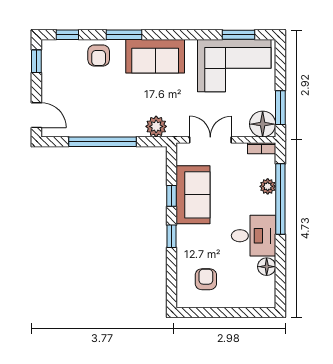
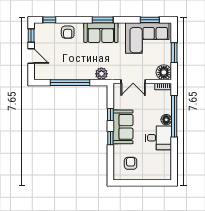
window: (124, 35) -> (103, 20), moved
window: (280, 108) -> (174, 53), moved
door: (36, 115) -> (31, 56), moved
double door: (210, 140) -> (133, 82), swing flipped
plant: (268, 186) -> (167, 109), removed
sofa: (193, 195) -> (123, 127), moved
floor lamp: (267, 267) -> (166, 120), moved

